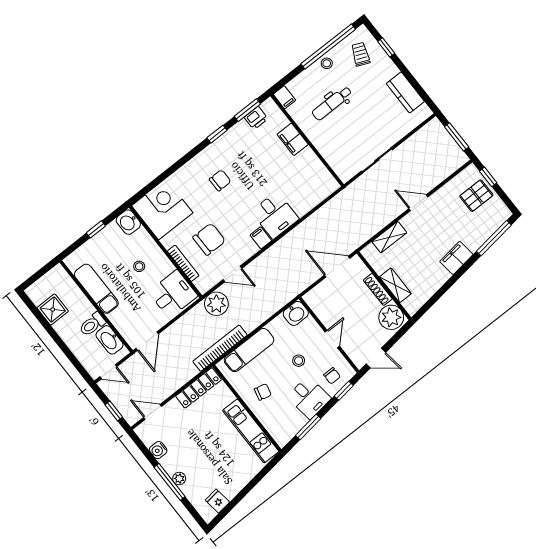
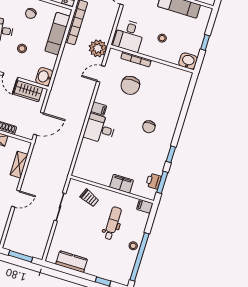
trolley: (361, 54) -> (89, 198), moved
corner desk: (162, 209) -> (172, 84), removed
wardrobe: (324, 310) -> (28, 91), added

